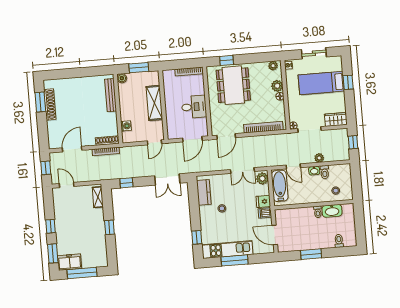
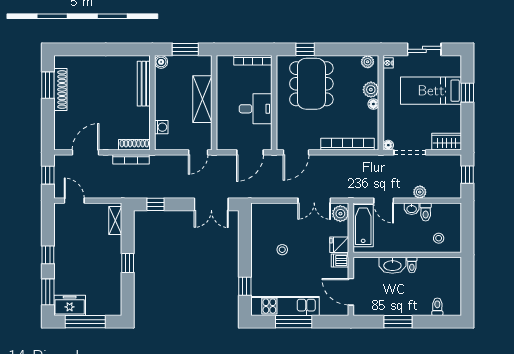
kitchen counter: (204, 192) -> (259, 226), removed
washbasin: (332, 211) -> (392, 265), moved

